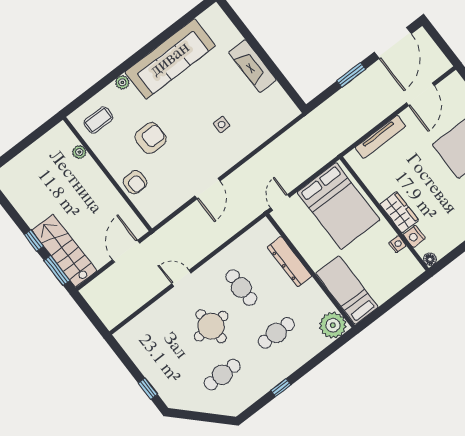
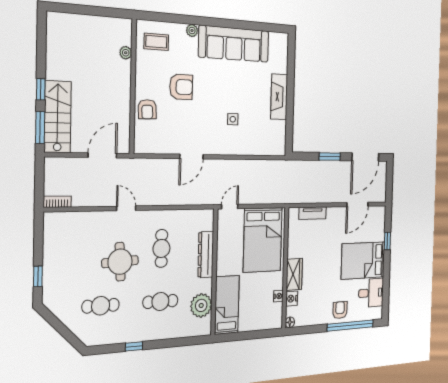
tv unit: (380, 137) -> (313, 213), width x0.71
bookcase: (117, 318) -> (57, 202), added
plant: (333, 325) -> (201, 305), moved

